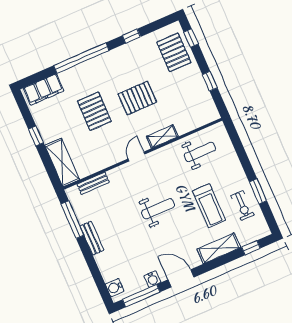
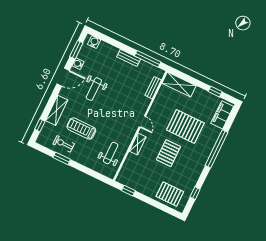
window: (131, 36) -> (195, 193), moved
window: (191, 38) -> (167, 209), removed
window: (210, 81) -> (128, 191), moved
pallet: (94, 111) -> (185, 126), width x1.37, depth x1.41
window: (36, 136) -> (215, 92), moved
weight bench: (200, 152) -> (111, 153), turned 180
weight bench: (158, 209) -> (94, 89), moved
window: (141, 296) -> (76, 50), width x0.69

